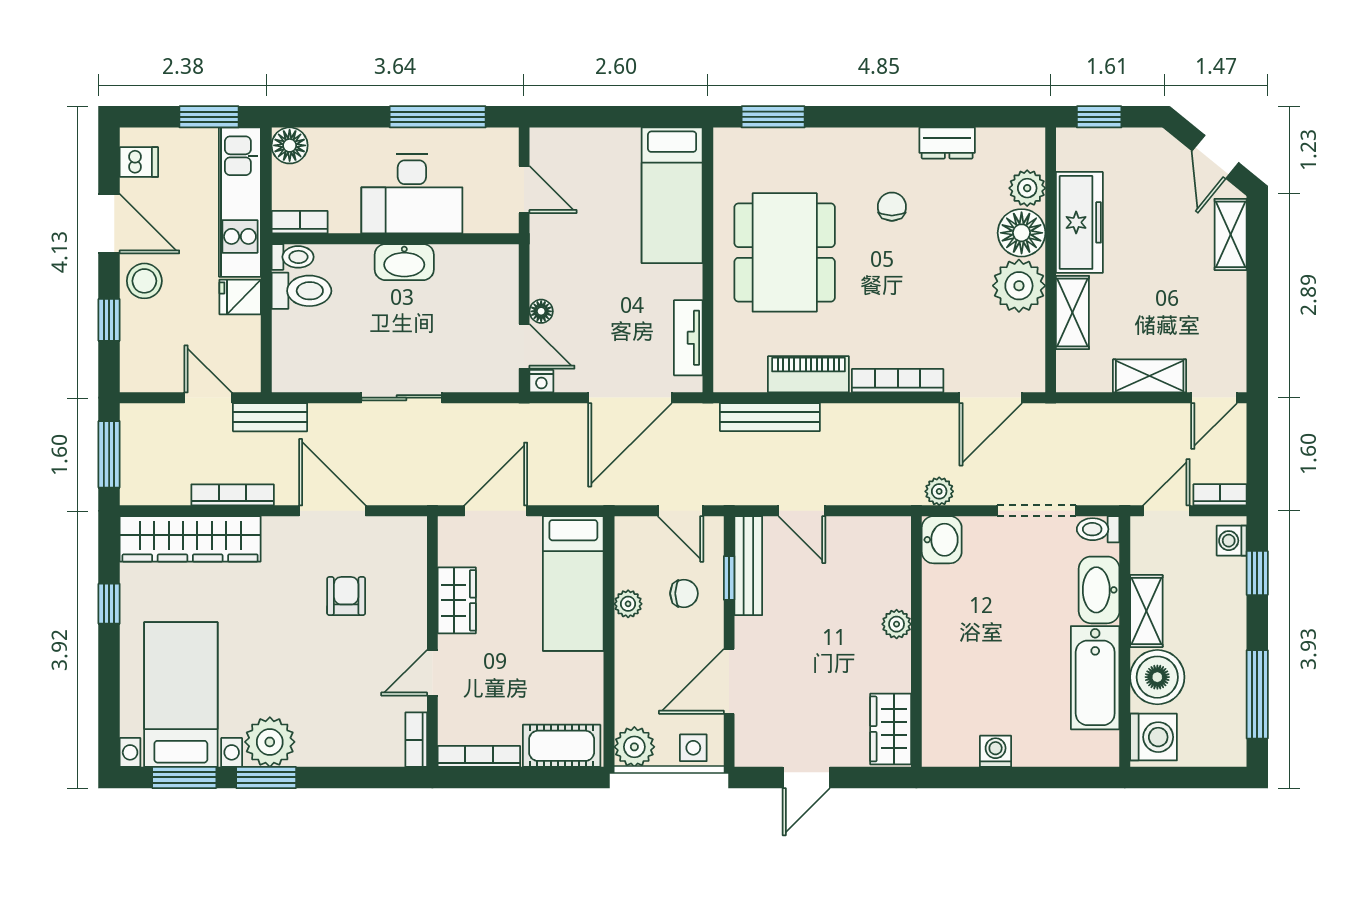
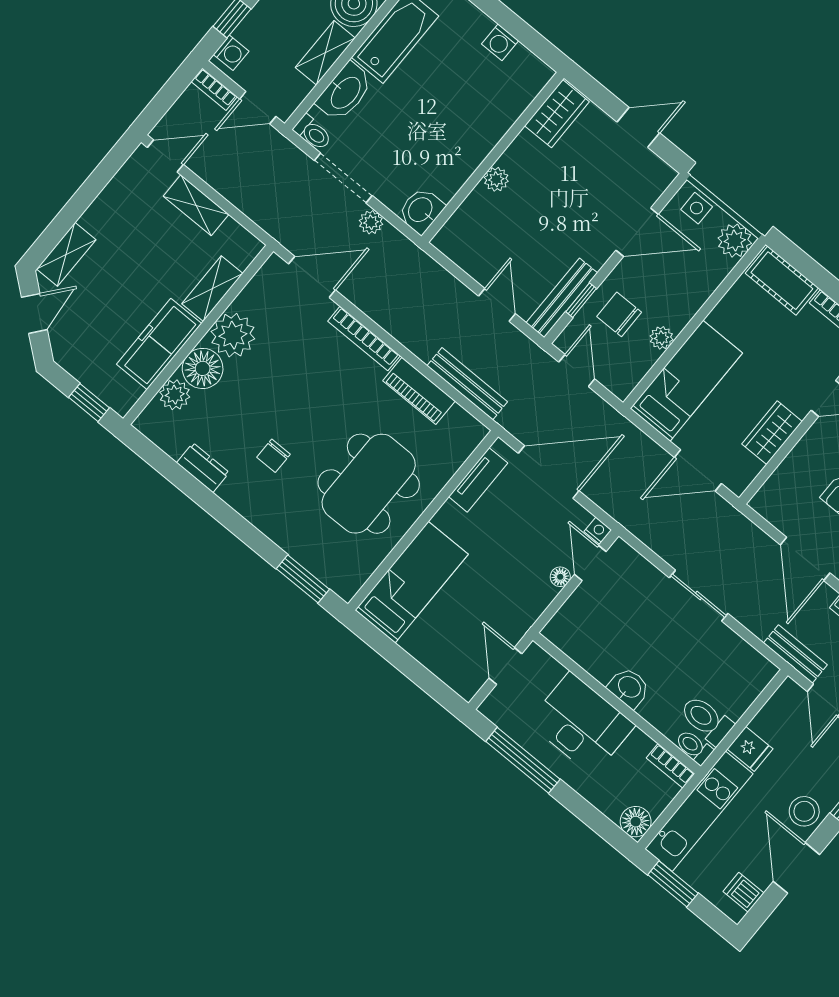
washbasin: (404, 262) -> (629, 688), width x0.72
plant: (939, 491) -> (371, 222), moved
chair: (684, 593) -> (619, 314), width x1.37, depth x1.37

